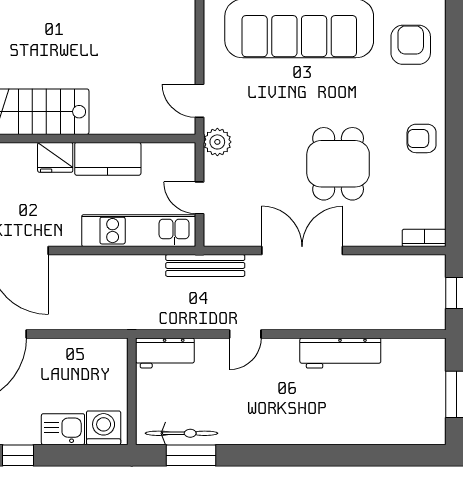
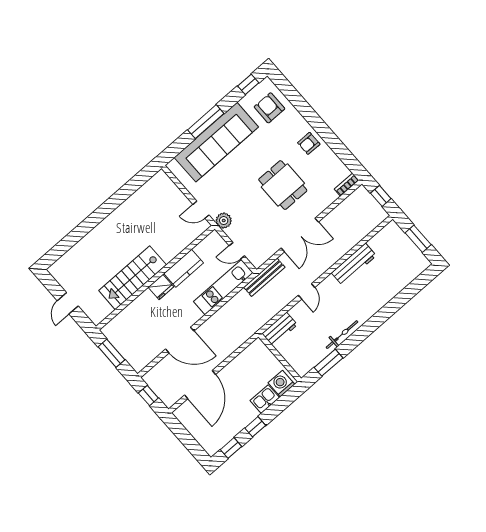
double door: (302, 251) -> (300, 235), swing flipped
bicycle: (182, 433) -> (342, 335), moved

